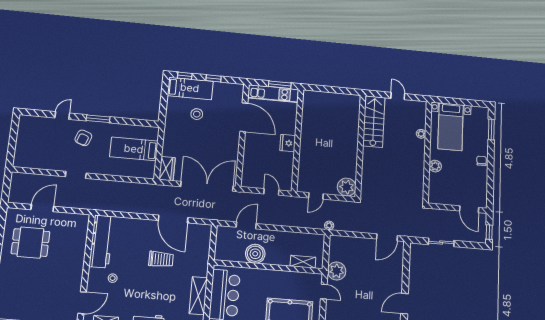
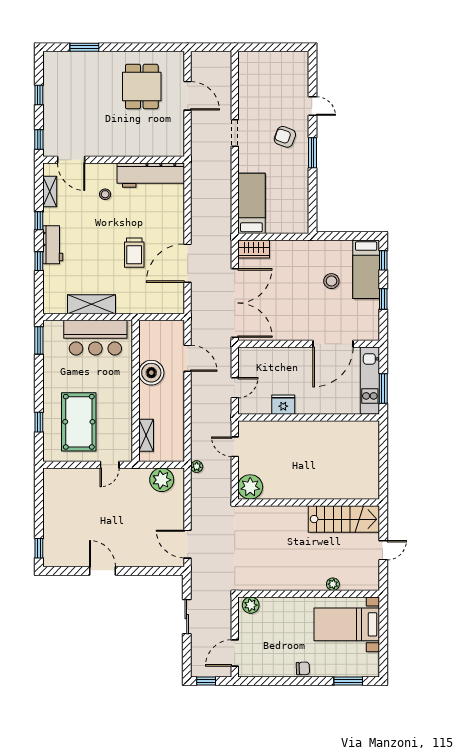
fridge: (288, 143) -> (283, 405), moved
bed: (134, 149) -> (251, 203), moved
plant: (435, 166) -> (251, 605), moved
plant: (337, 271) -> (162, 480), moved

